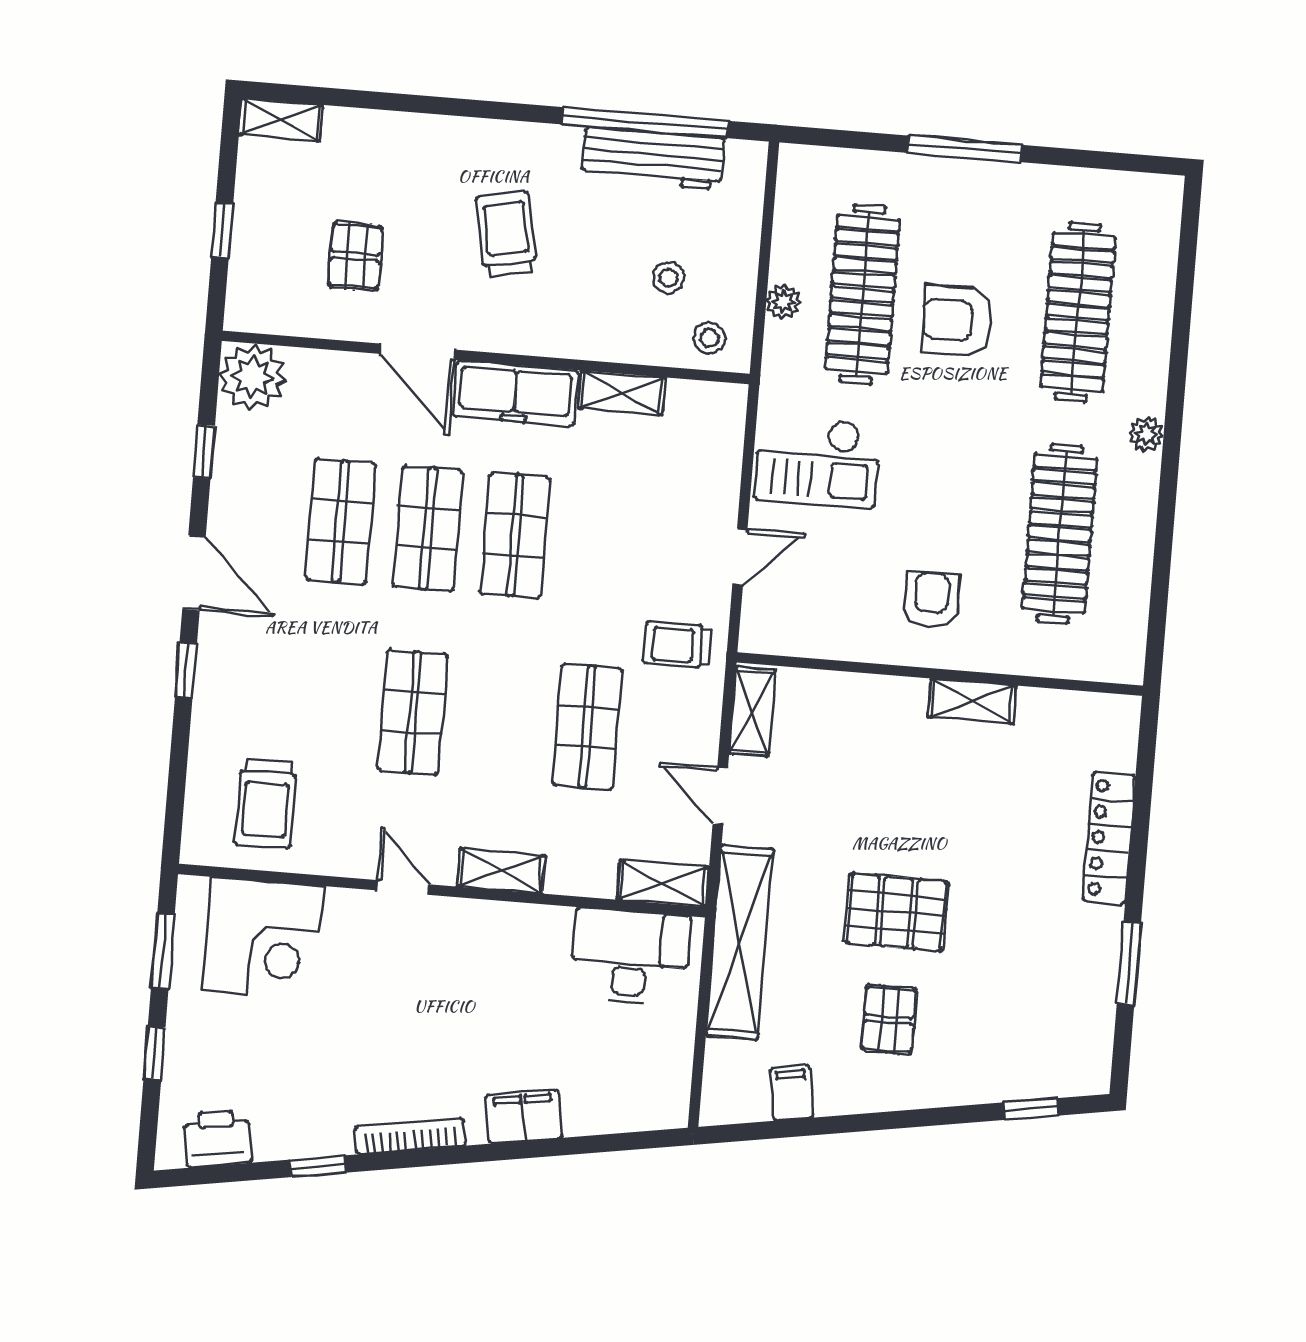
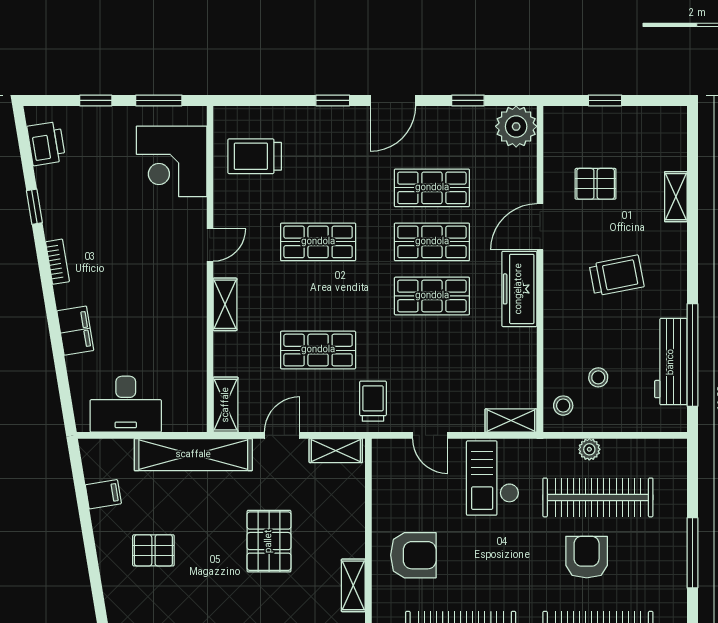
shelving: (281, 120) -> (676, 197), moved
shelving: (622, 393) -> (511, 420), moved, turned 90
armchair: (931, 600) -> (413, 555), width x1.38, depth x1.38
pallet: (896, 912) -> (269, 541), moved
desk: (630, 957) -> (126, 404), moved, turned 90
bookcase: (410, 1136) -> (58, 262), width x0.64

